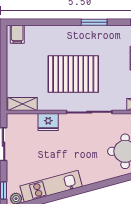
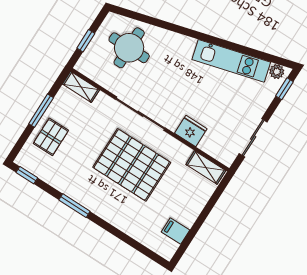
filing cabinet: (17, 34) -> (176, 231), moved, turned -90

